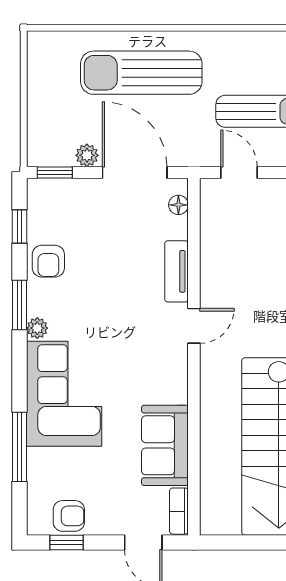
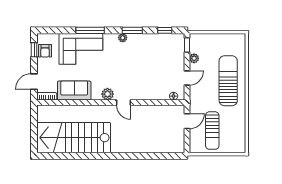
door: (135, 172) -> (187, 78), width x0.53
armchair: (48, 261) -> (150, 42), removed
tv unit: (177, 271) -> (146, 95), removed
plant: (174, 365) -> (108, 94), added
corner sofa: (64, 394) -> (81, 49), moved
window: (20, 447) -> (90, 30), moved

